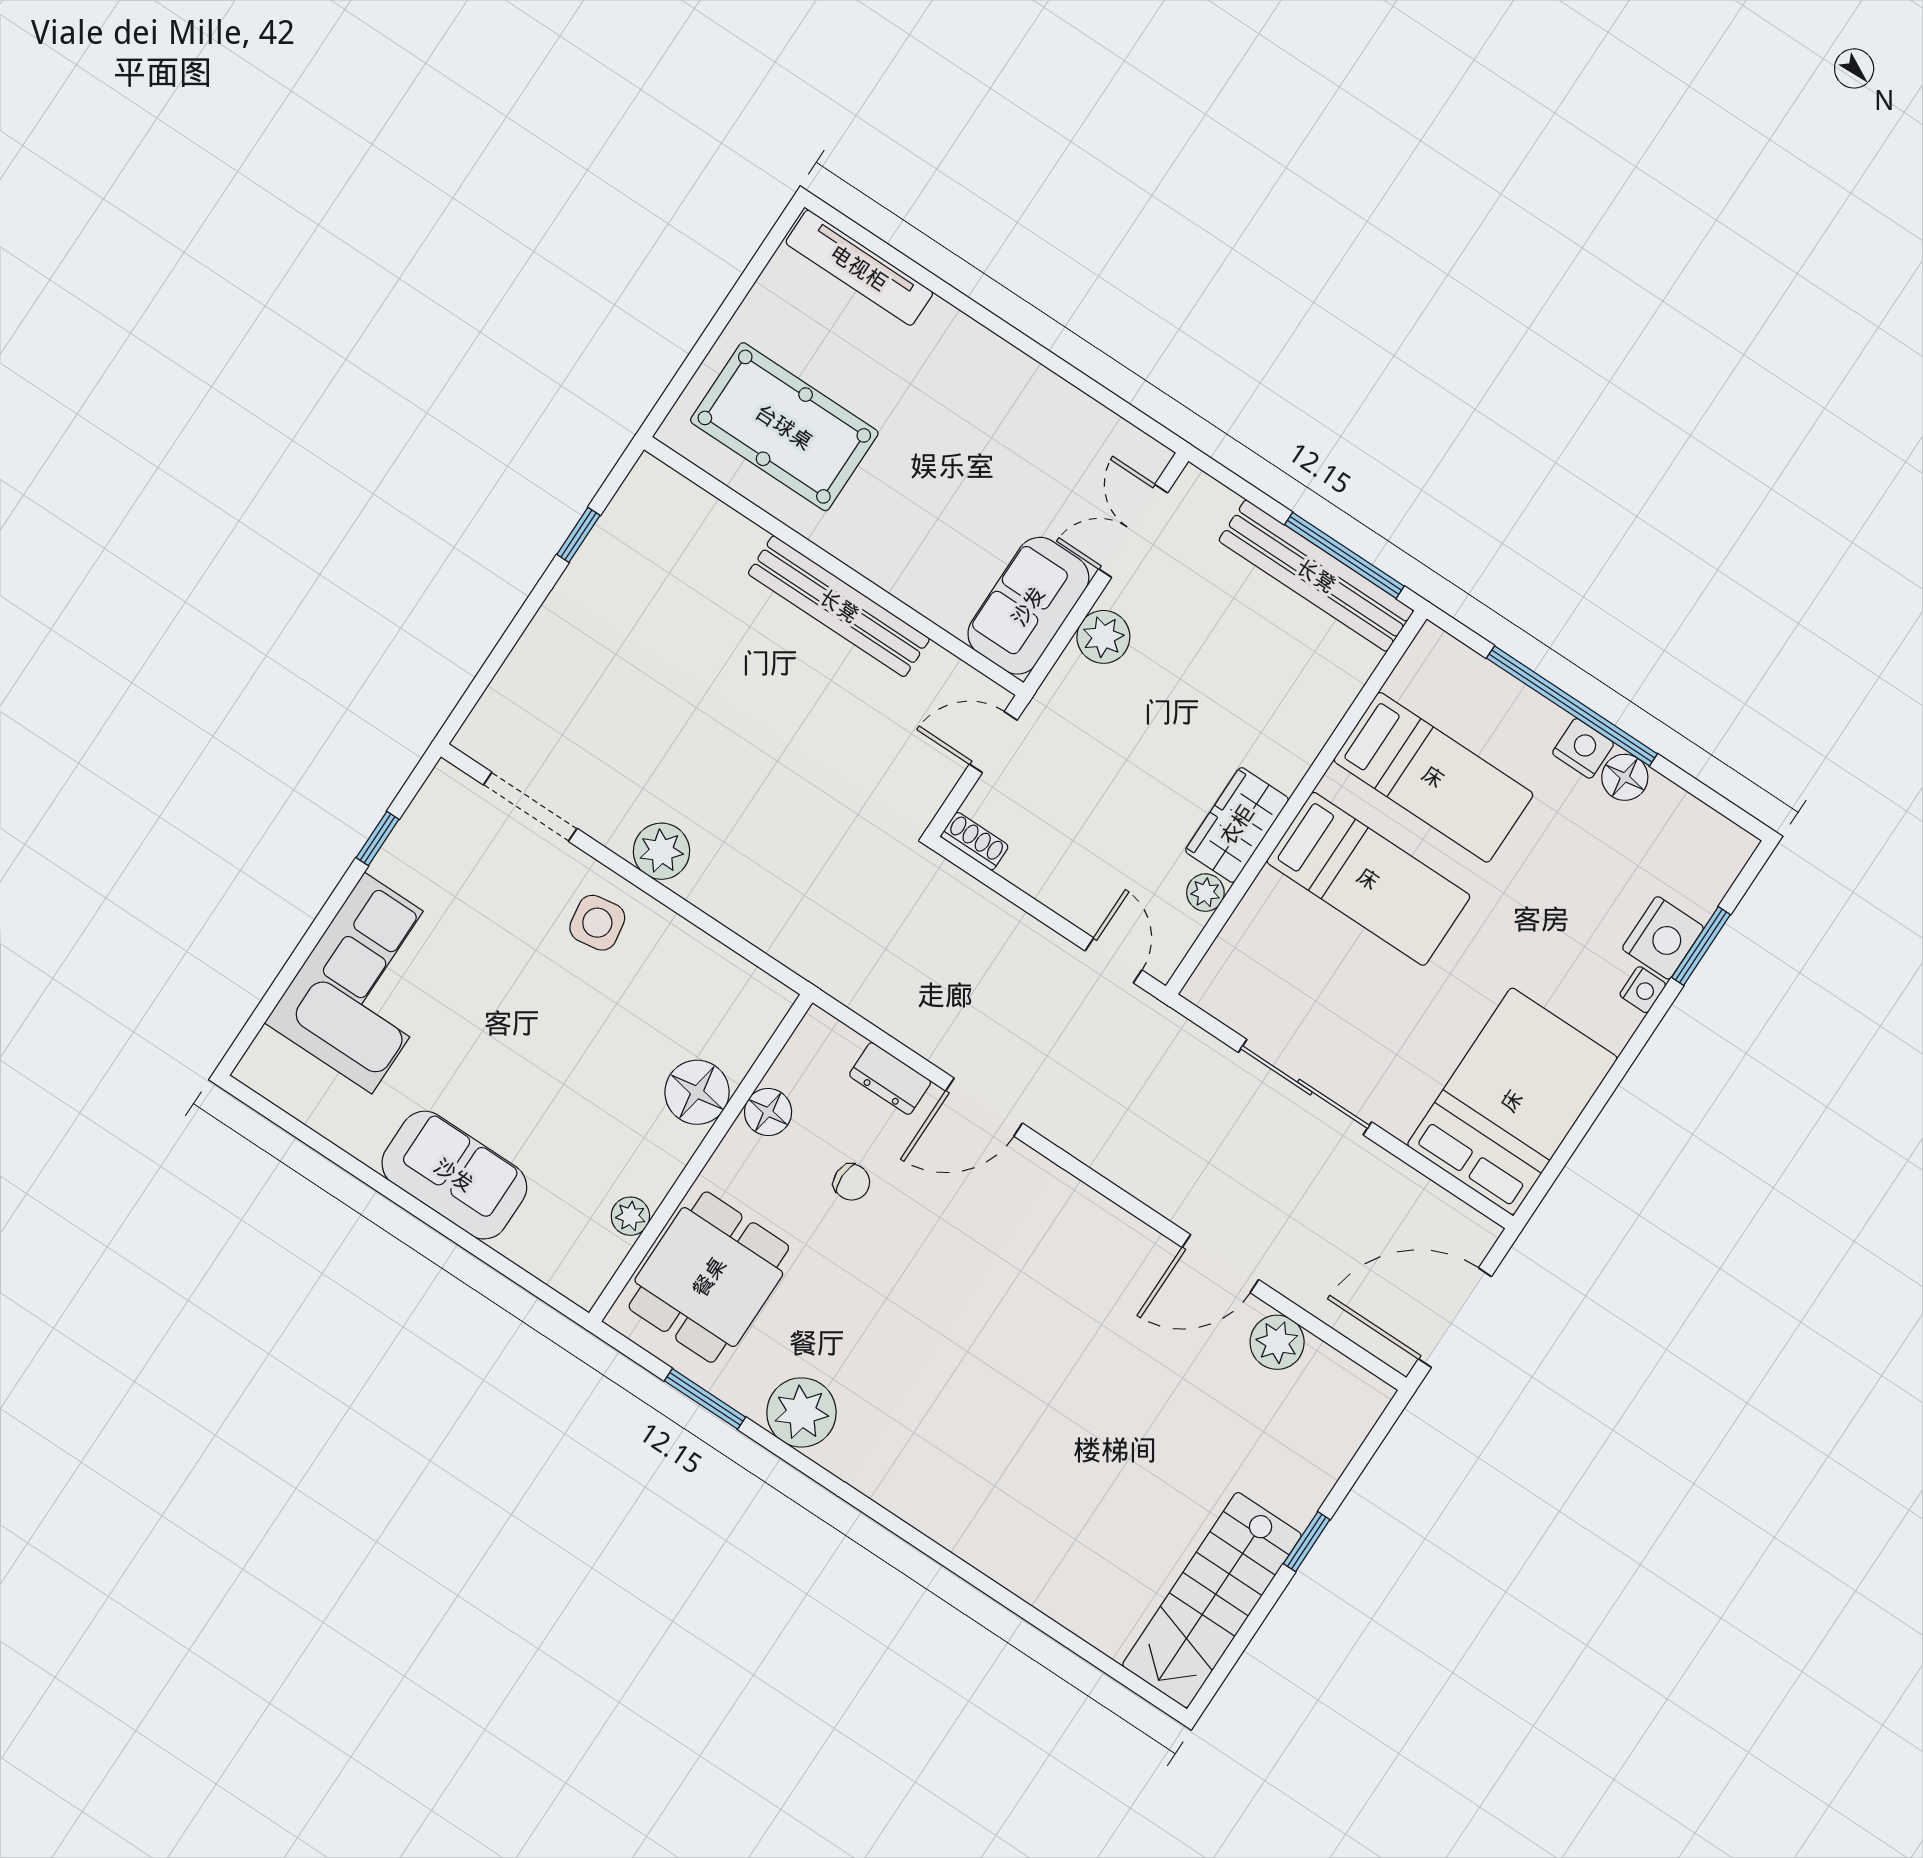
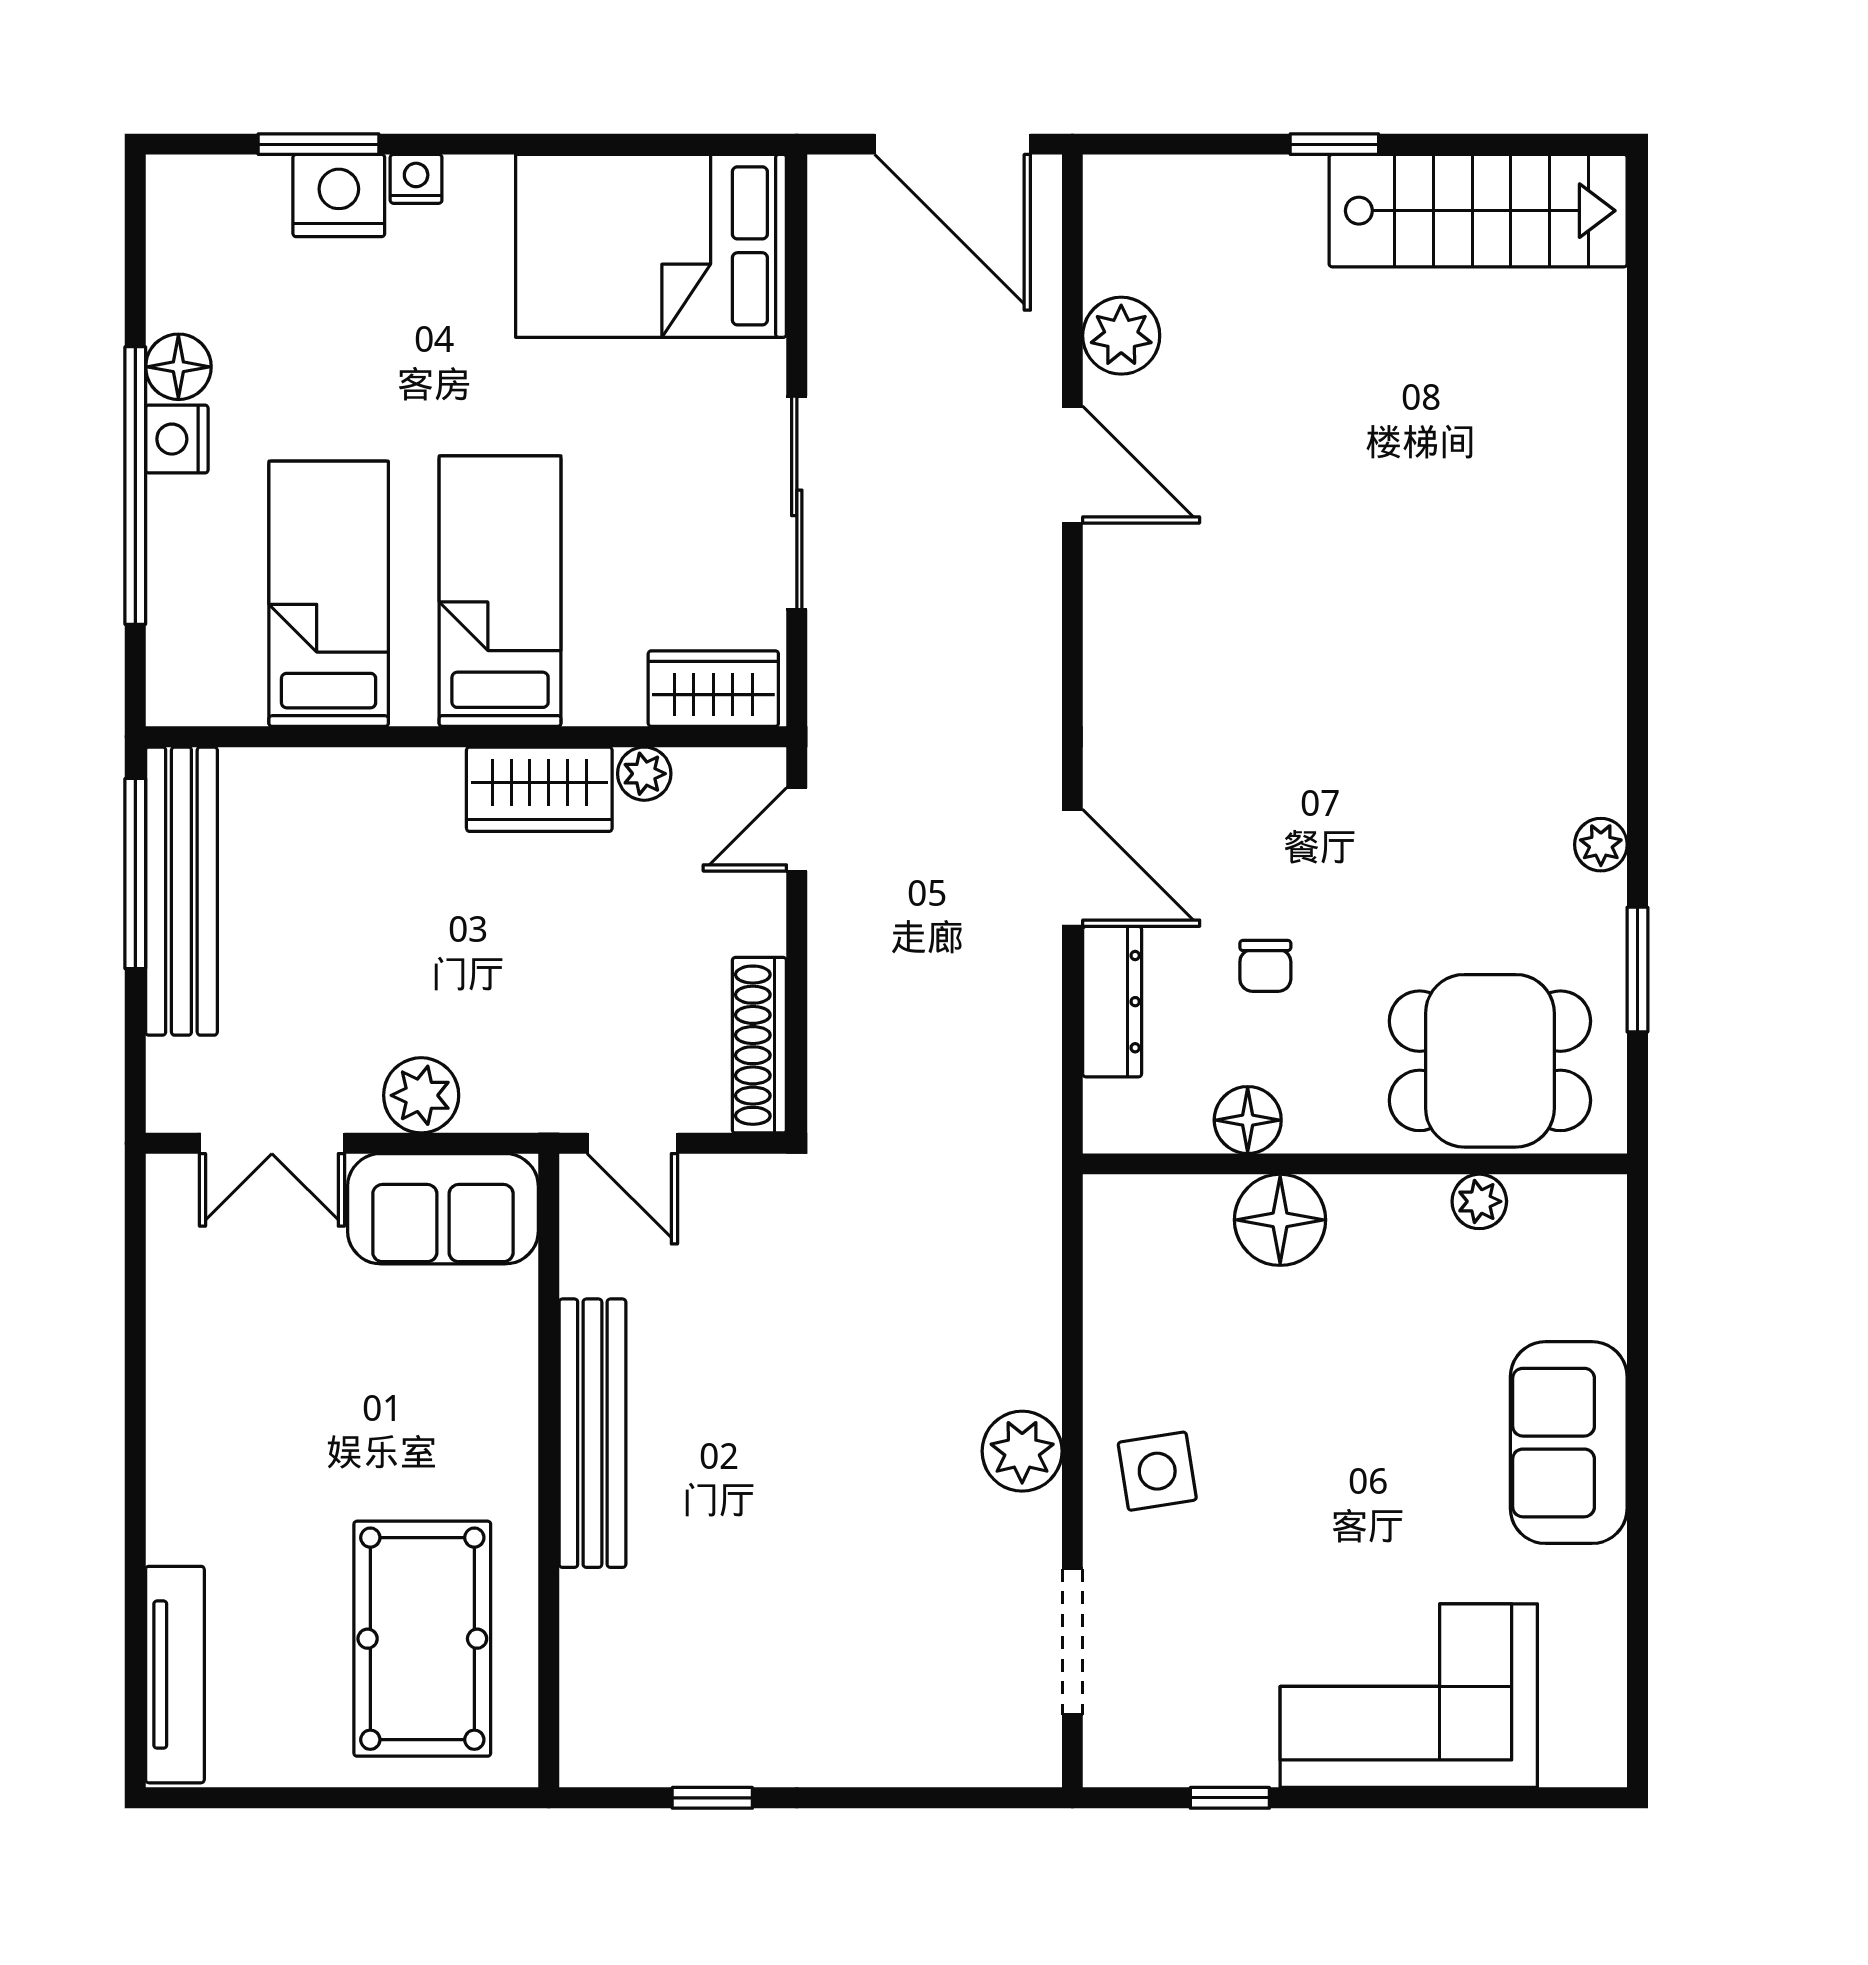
shoe rack: (975, 841) -> (759, 1045), width x1.94, depth x1.24
wardrobe: (1228, 966) -> (713, 689), added
dresser: (890, 1078) -> (1112, 1002), width x1.44
chair: (852, 1182) -> (1265, 966), turned 180
plant: (801, 1412) -> (1601, 845), width x0.53, depth x0.53

